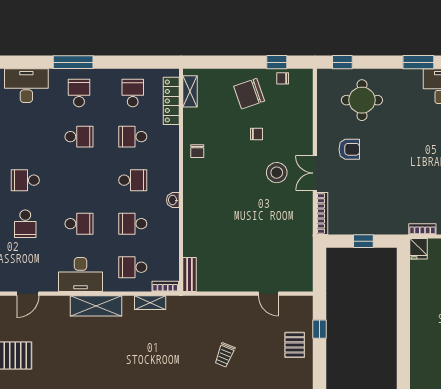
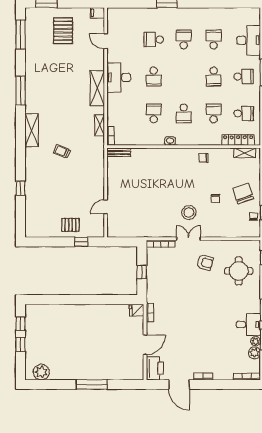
armchair: (349, 149) -> (205, 262), turned -74
school desk: (133, 267) -> (214, 40), moved
trolley: (225, 355) -> (62, 151), moved

